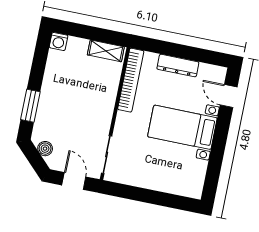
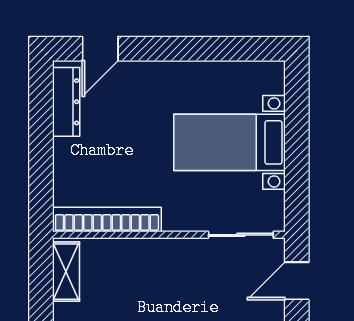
dresser: (178, 66) -> (66, 102), moved
bed with nightstands: (182, 127) -> (230, 142), moved, turned 90

